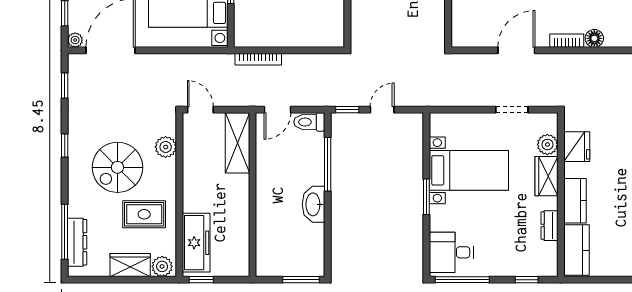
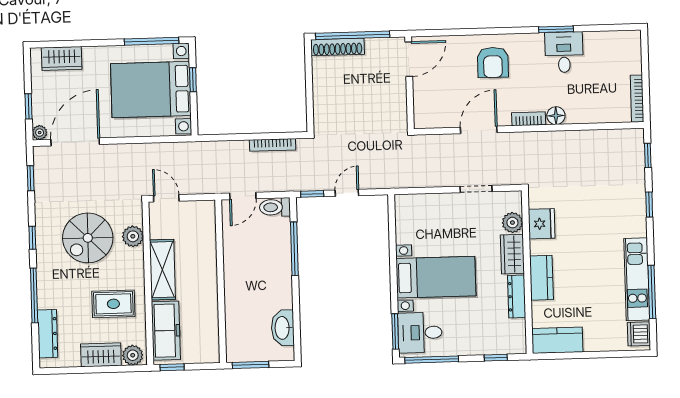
bookcase: (258, 59) -> (273, 145), moved
shelving: (237, 143) -> (162, 270), moved
spiral stairs: (117, 167) -> (88, 238), moved
bed with nightstands: (469, 170) -> (436, 277), moved
window: (426, 197) -> (395, 331), moved
washbasin: (314, 204) -> (283, 328), moved
dresser: (549, 226) -> (517, 297), width x1.44
window: (65, 232) -> (34, 295), moved
kitchen counter: (576, 250) -> (557, 340), moved, turned -90
window: (301, 280) -> (251, 365), moved

